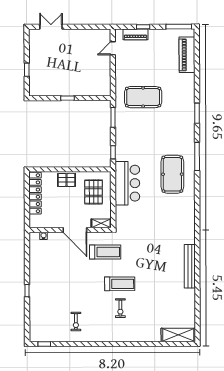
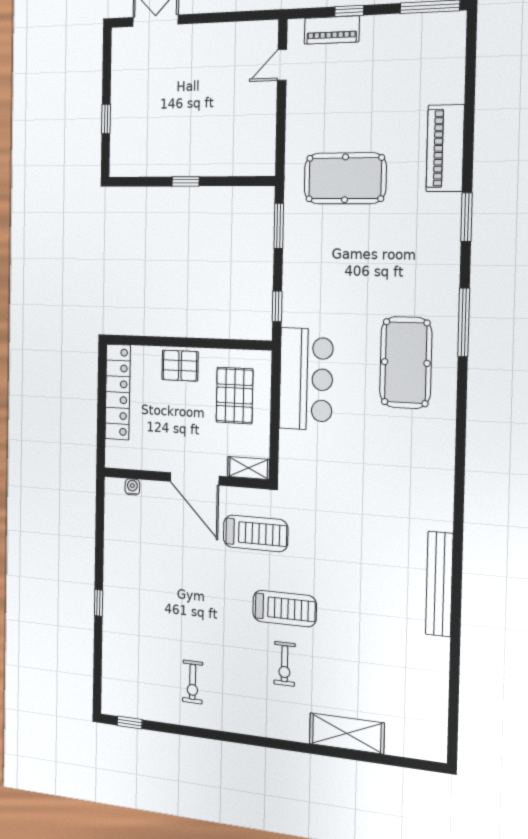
piano: (187, 55) -> (445, 148), moved
shelving: (178, 335) -> (347, 733), moved

